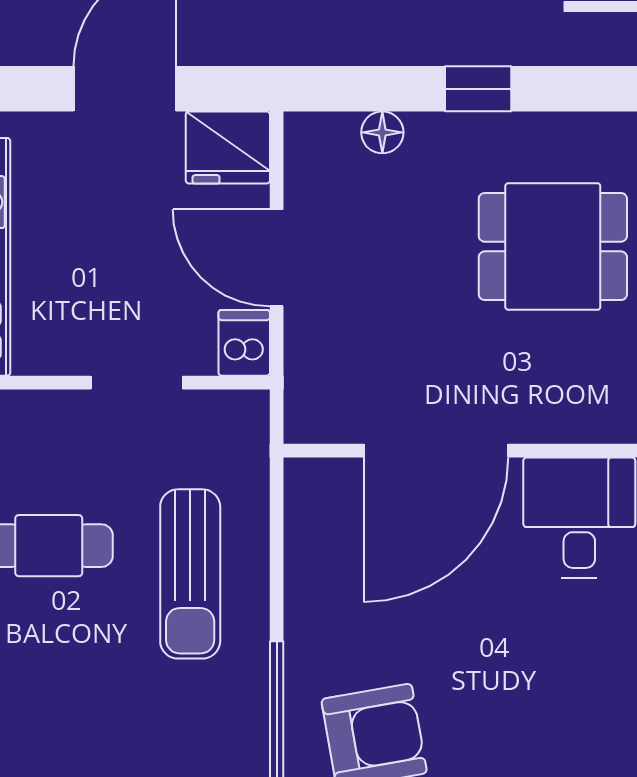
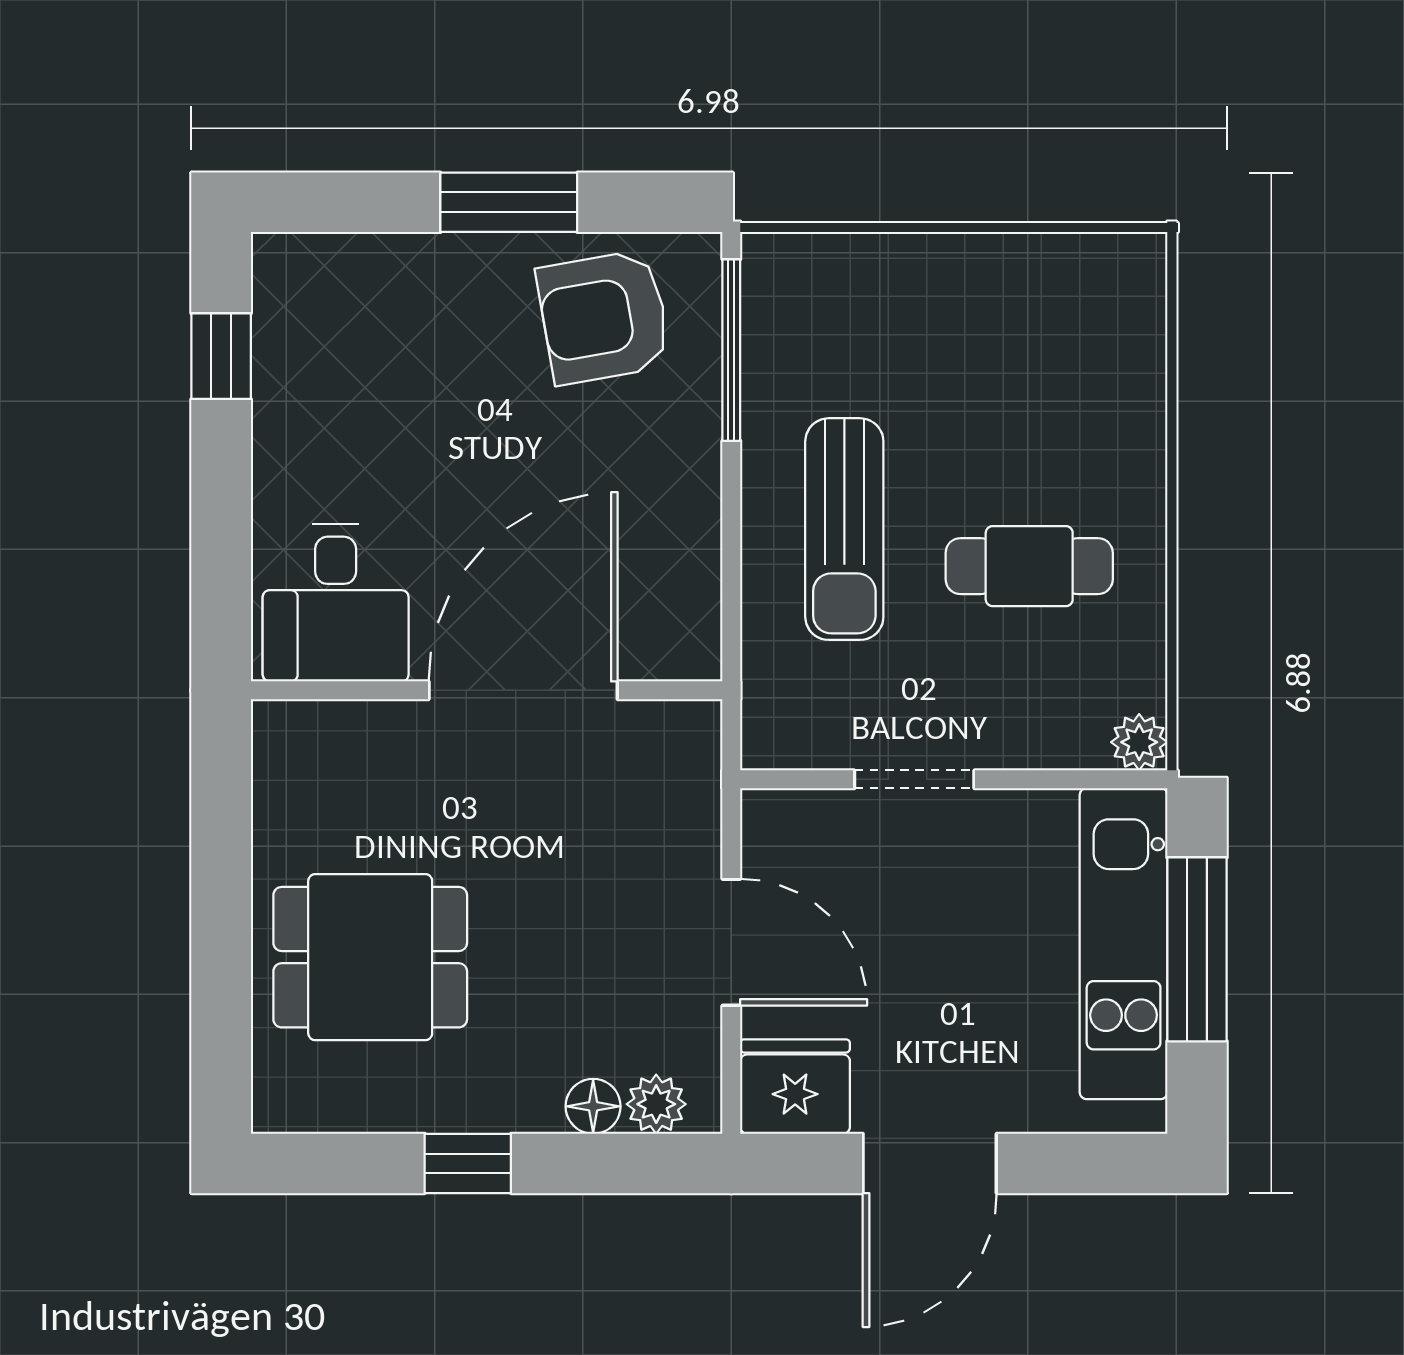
plant: (334, 134) -> (656, 1104), added
dishwasher: (244, 343) -> (774, 831), removed
sun lounger: (190, 574) -> (844, 529), turned 180

